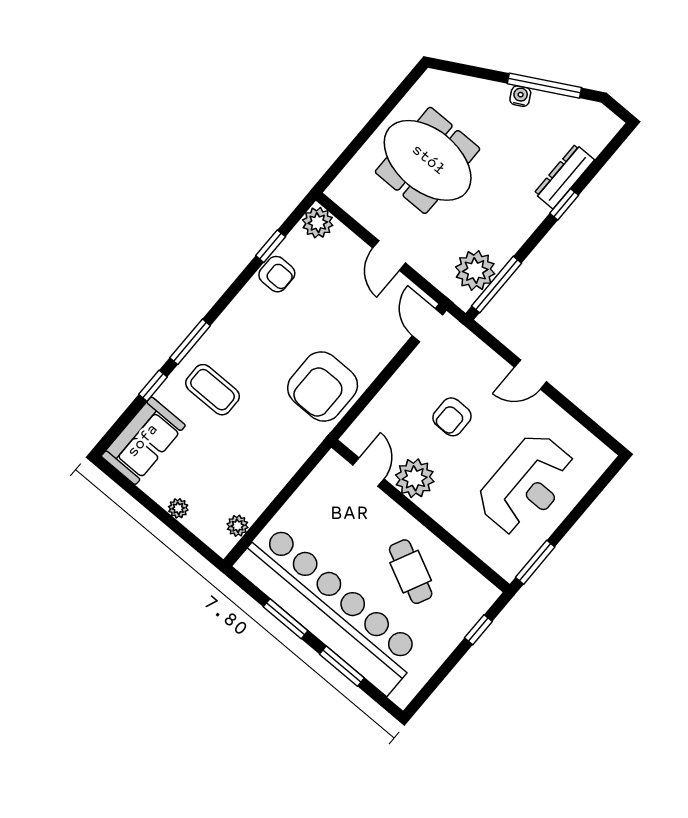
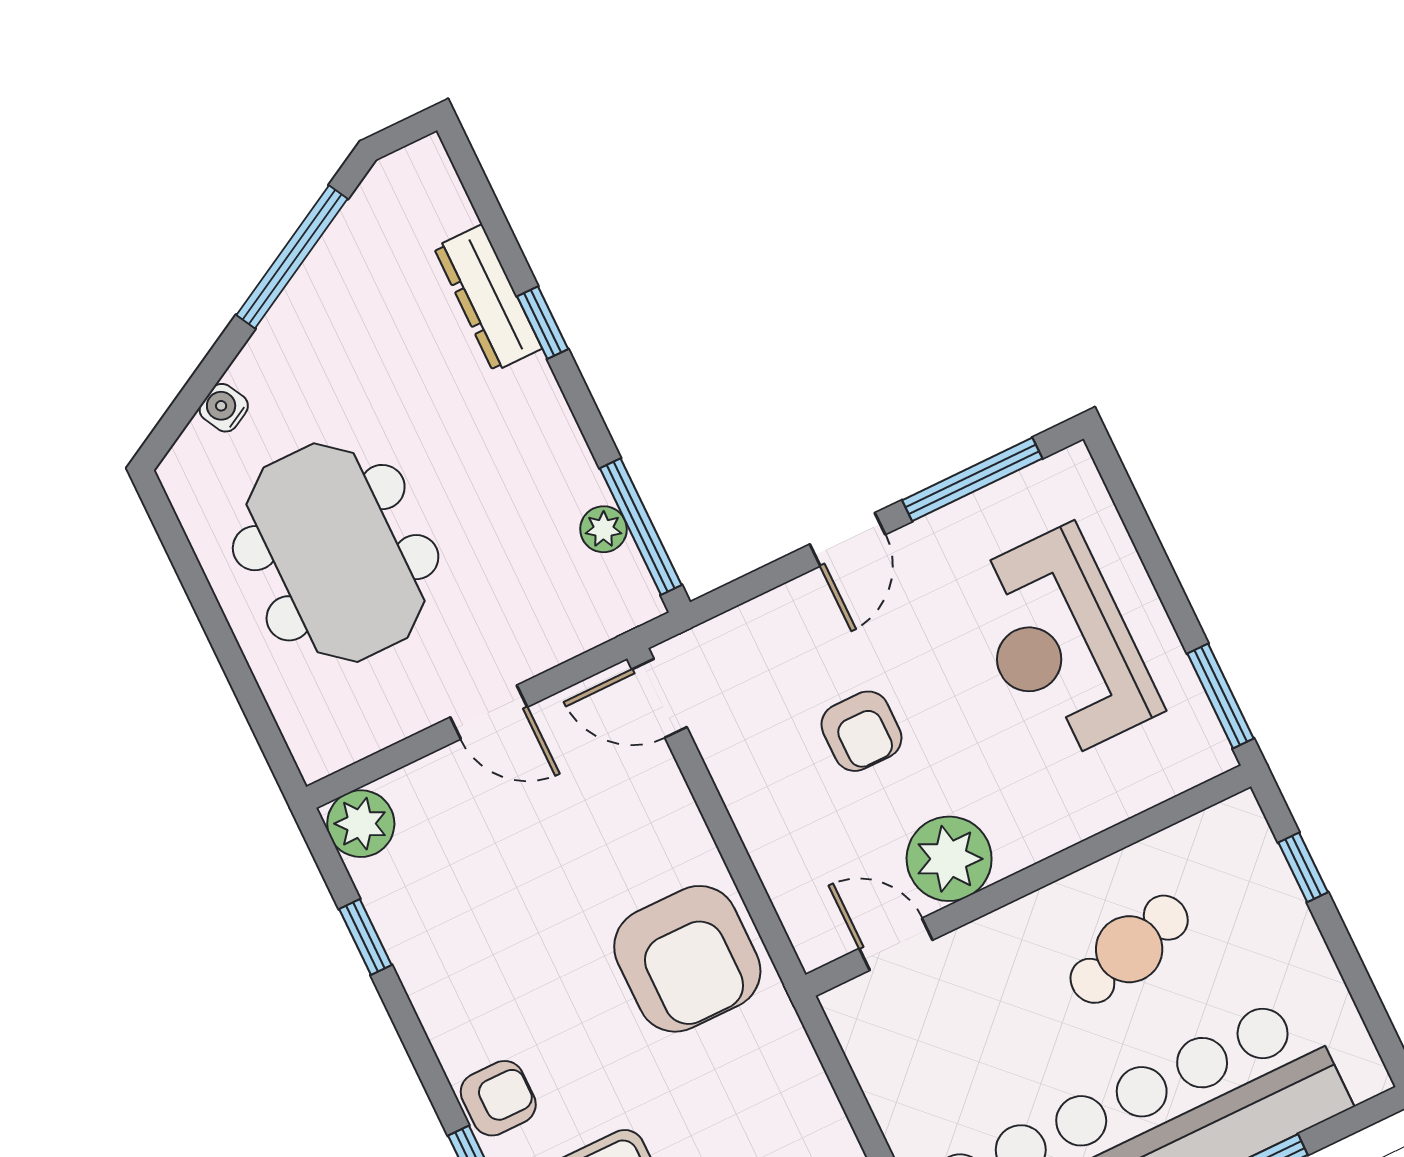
water cooler: (520, 96) -> (224, 408), moved
meeting table: (428, 160) -> (336, 553), turned 90
plant: (475, 270) -> (603, 529), width x0.53, depth x0.53
armchair: (277, 274) -> (498, 1098), moved
window: (580, 416) -> (972, 479), added
reception desk: (527, 485) -> (1060, 644), turned 180
cafe table: (411, 572) -> (1129, 949), turned -41

